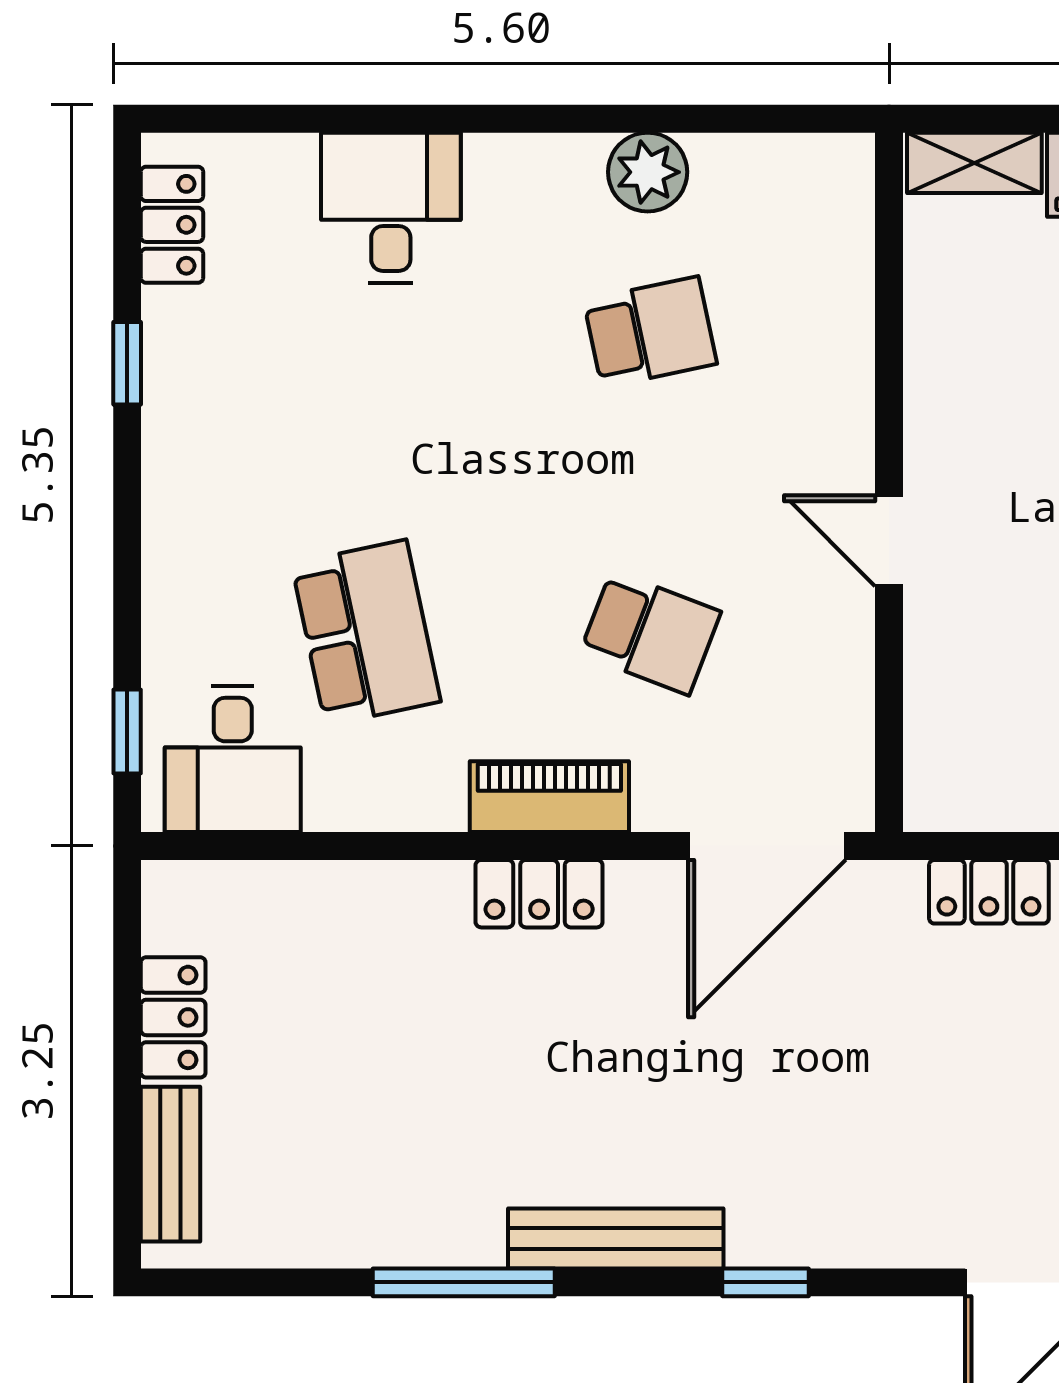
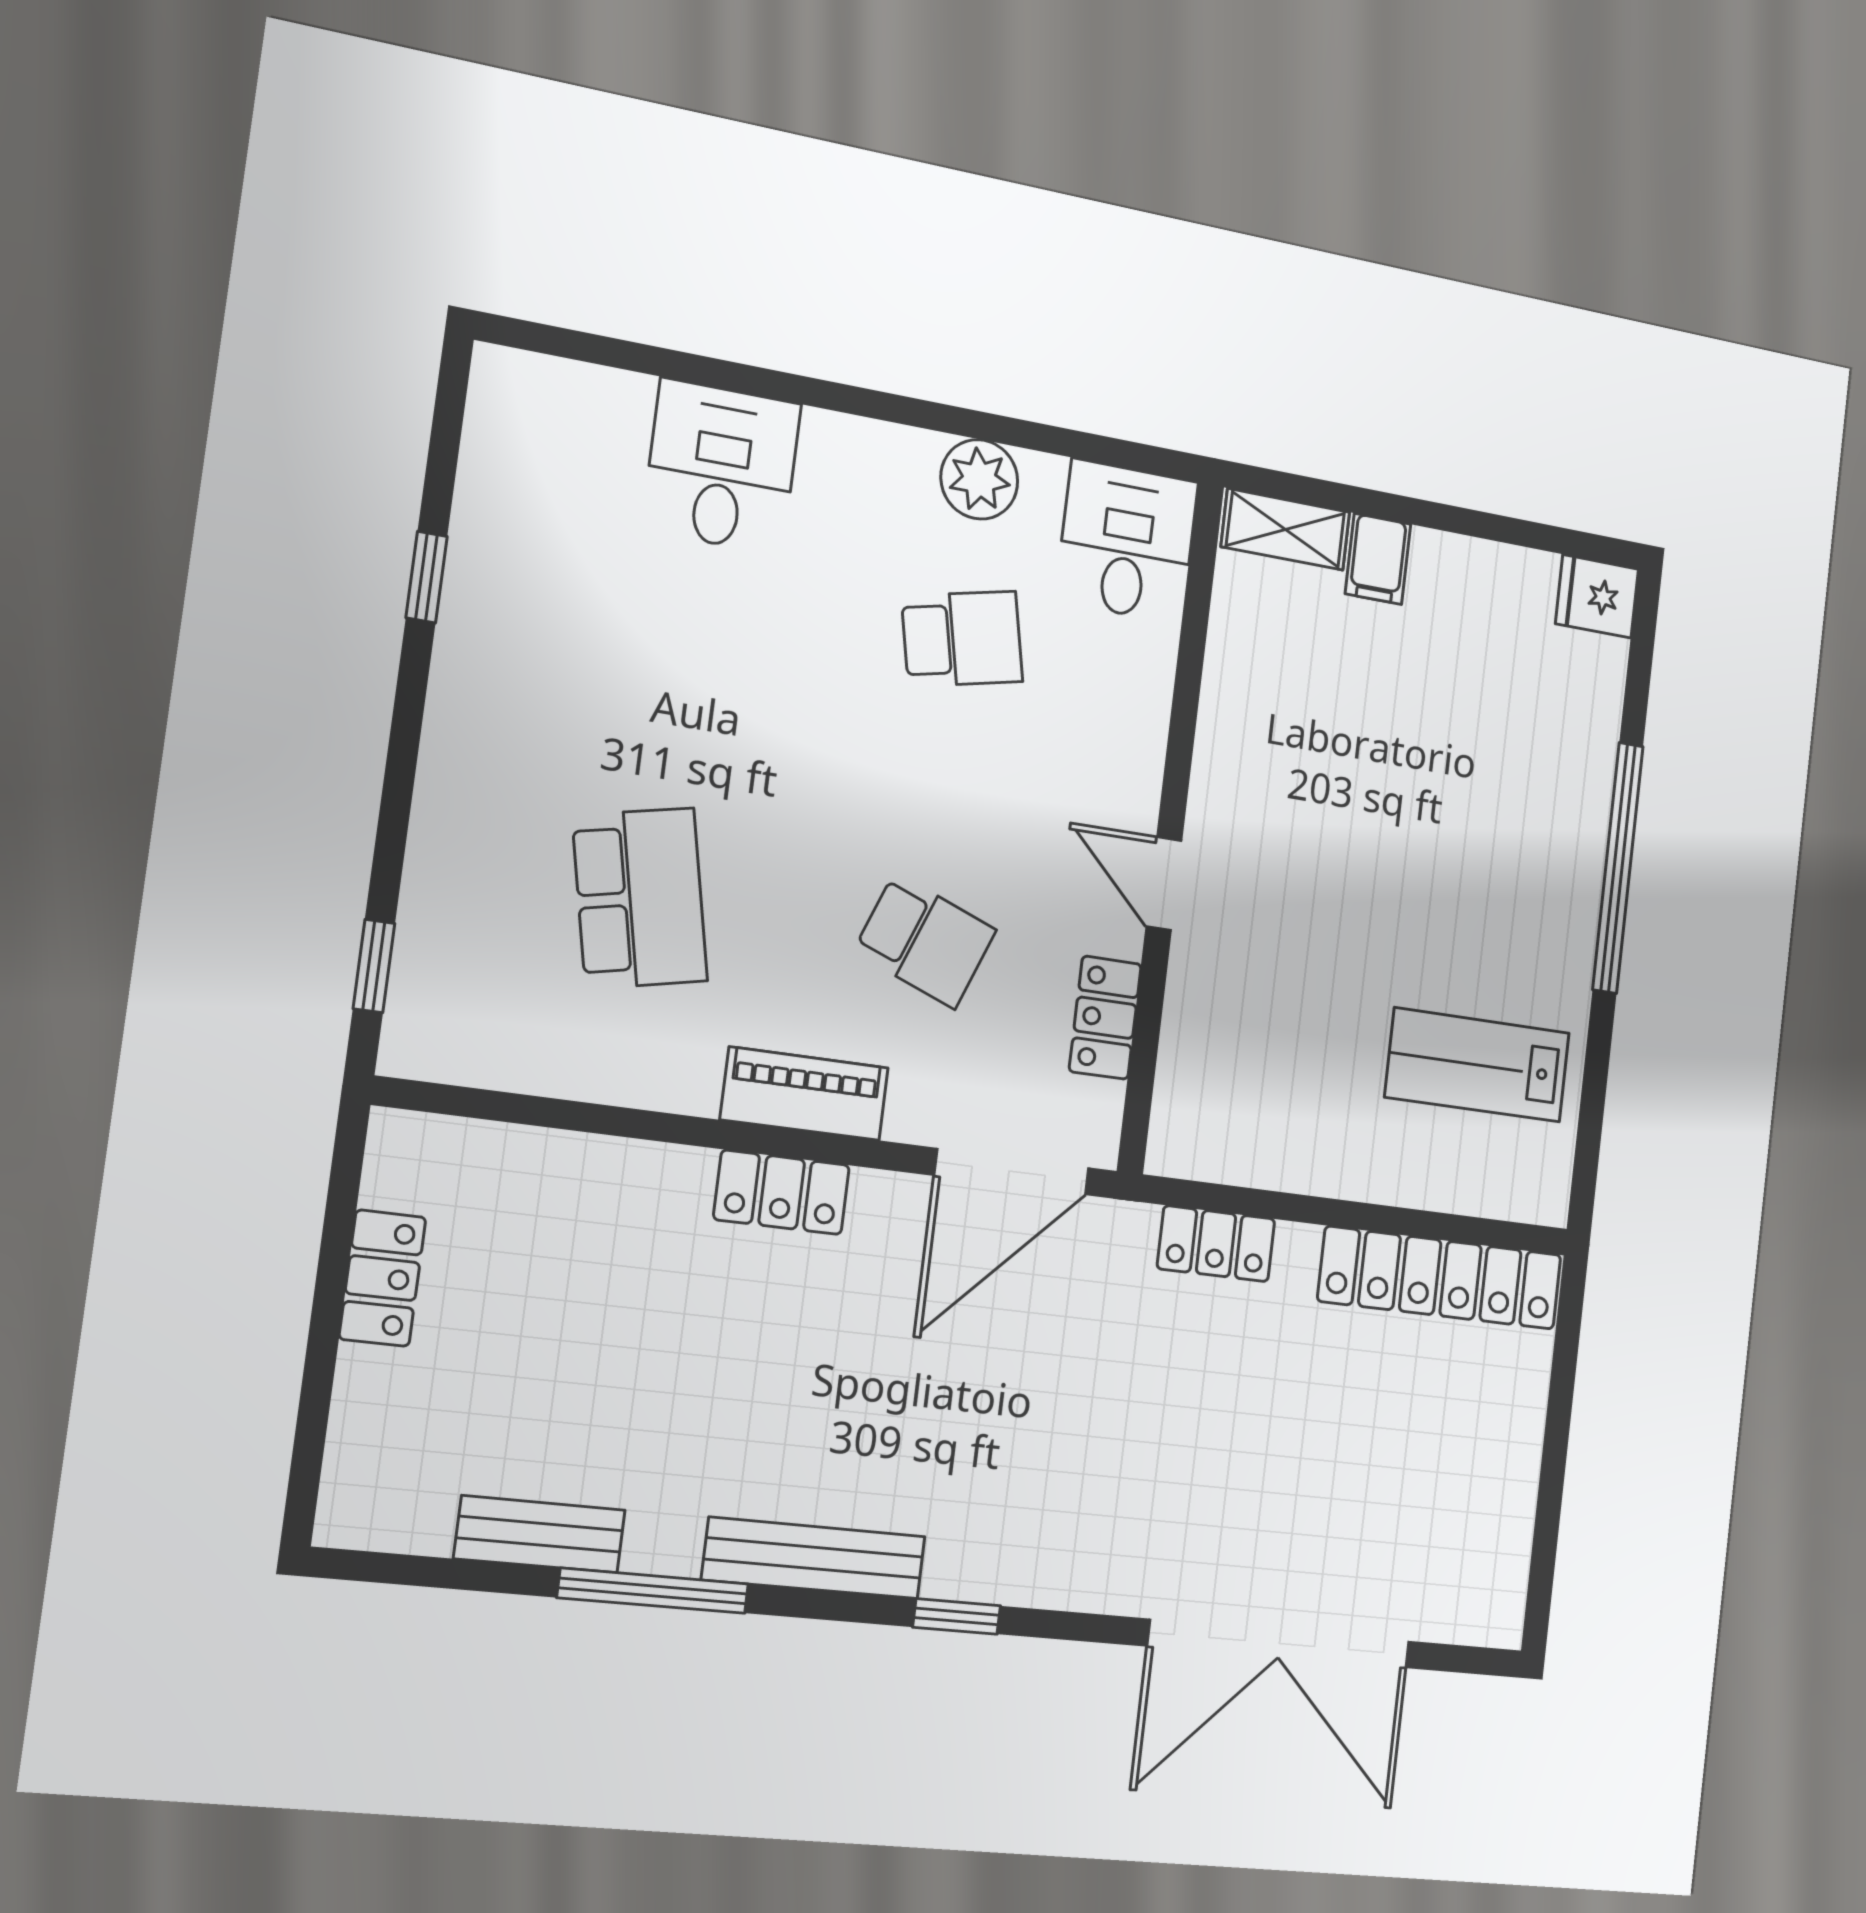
locker: (172, 225) -> (1105, 1018), moved, turned 180
desk: (233, 759) -> (1127, 541), moved, turned 180
bench: (171, 1164) -> (540, 1534), moved, turned 90

